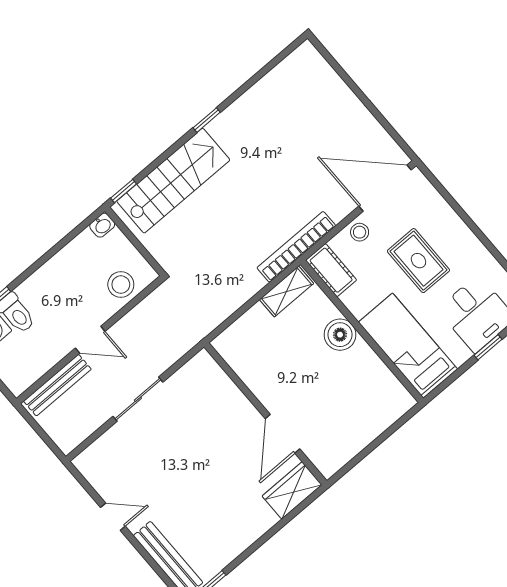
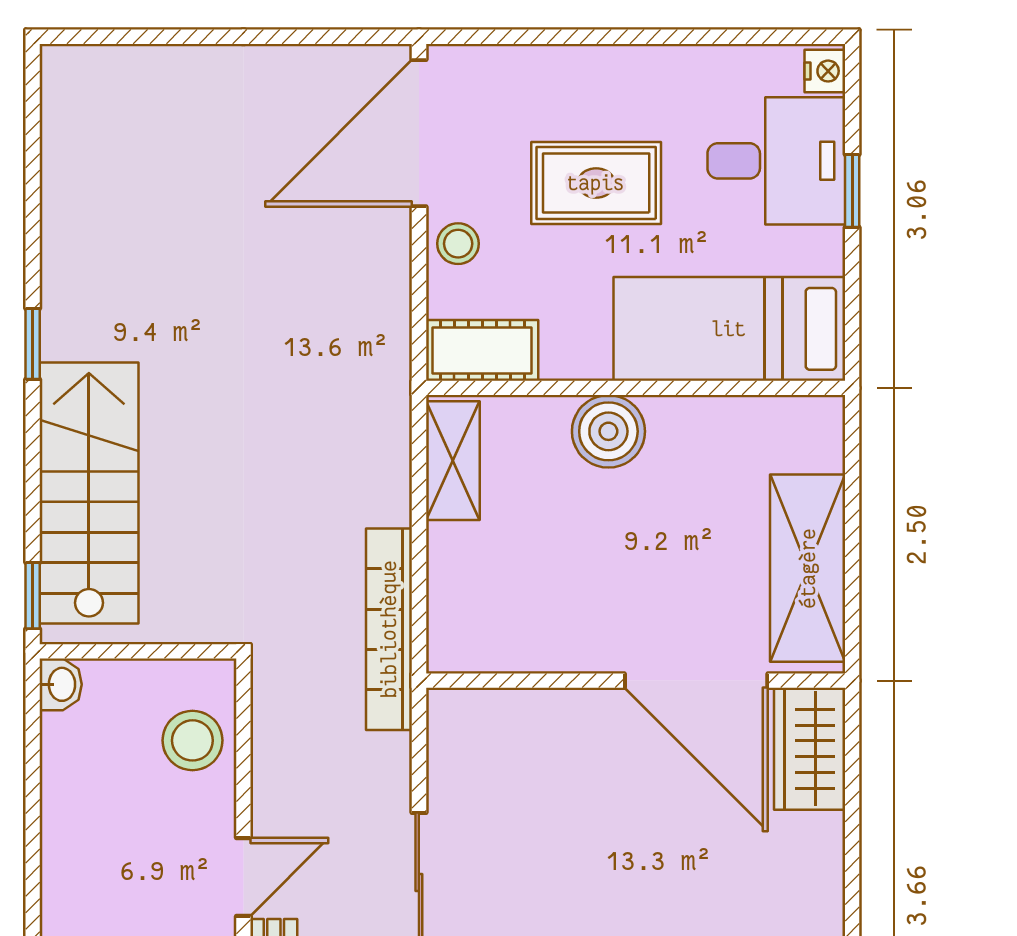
bookcase: (296, 247) -> (389, 629), moved
door: (283, 434) -> (696, 681), width x1.36
shelving: (351, 439) -> (808, 568), added

